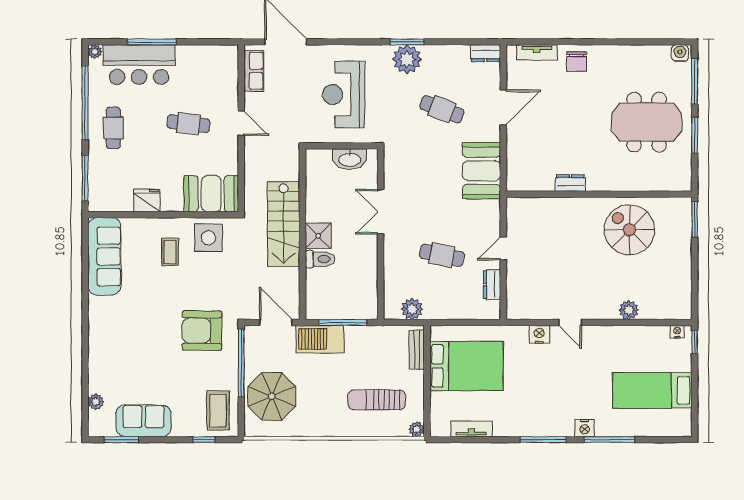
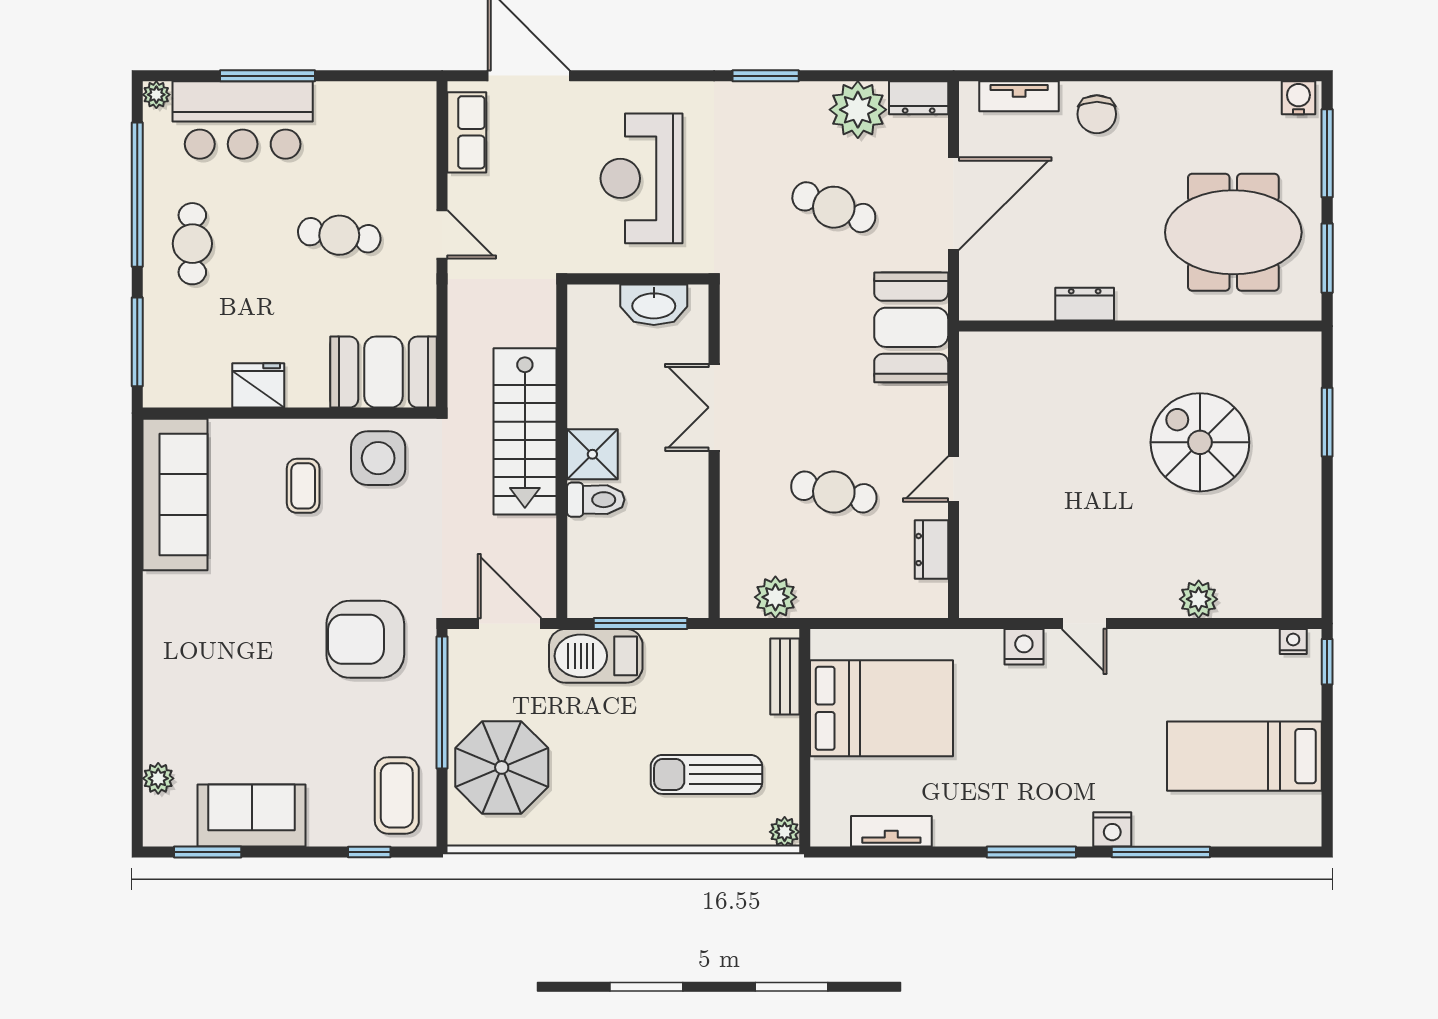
plant: (407, 59) -> (858, 110), moved
door: (503, 107) -> (954, 204), width x1.36
dresser: (570, 183) -> (1085, 304), moved
wall: (599, 194) -> (1140, 326), moved

